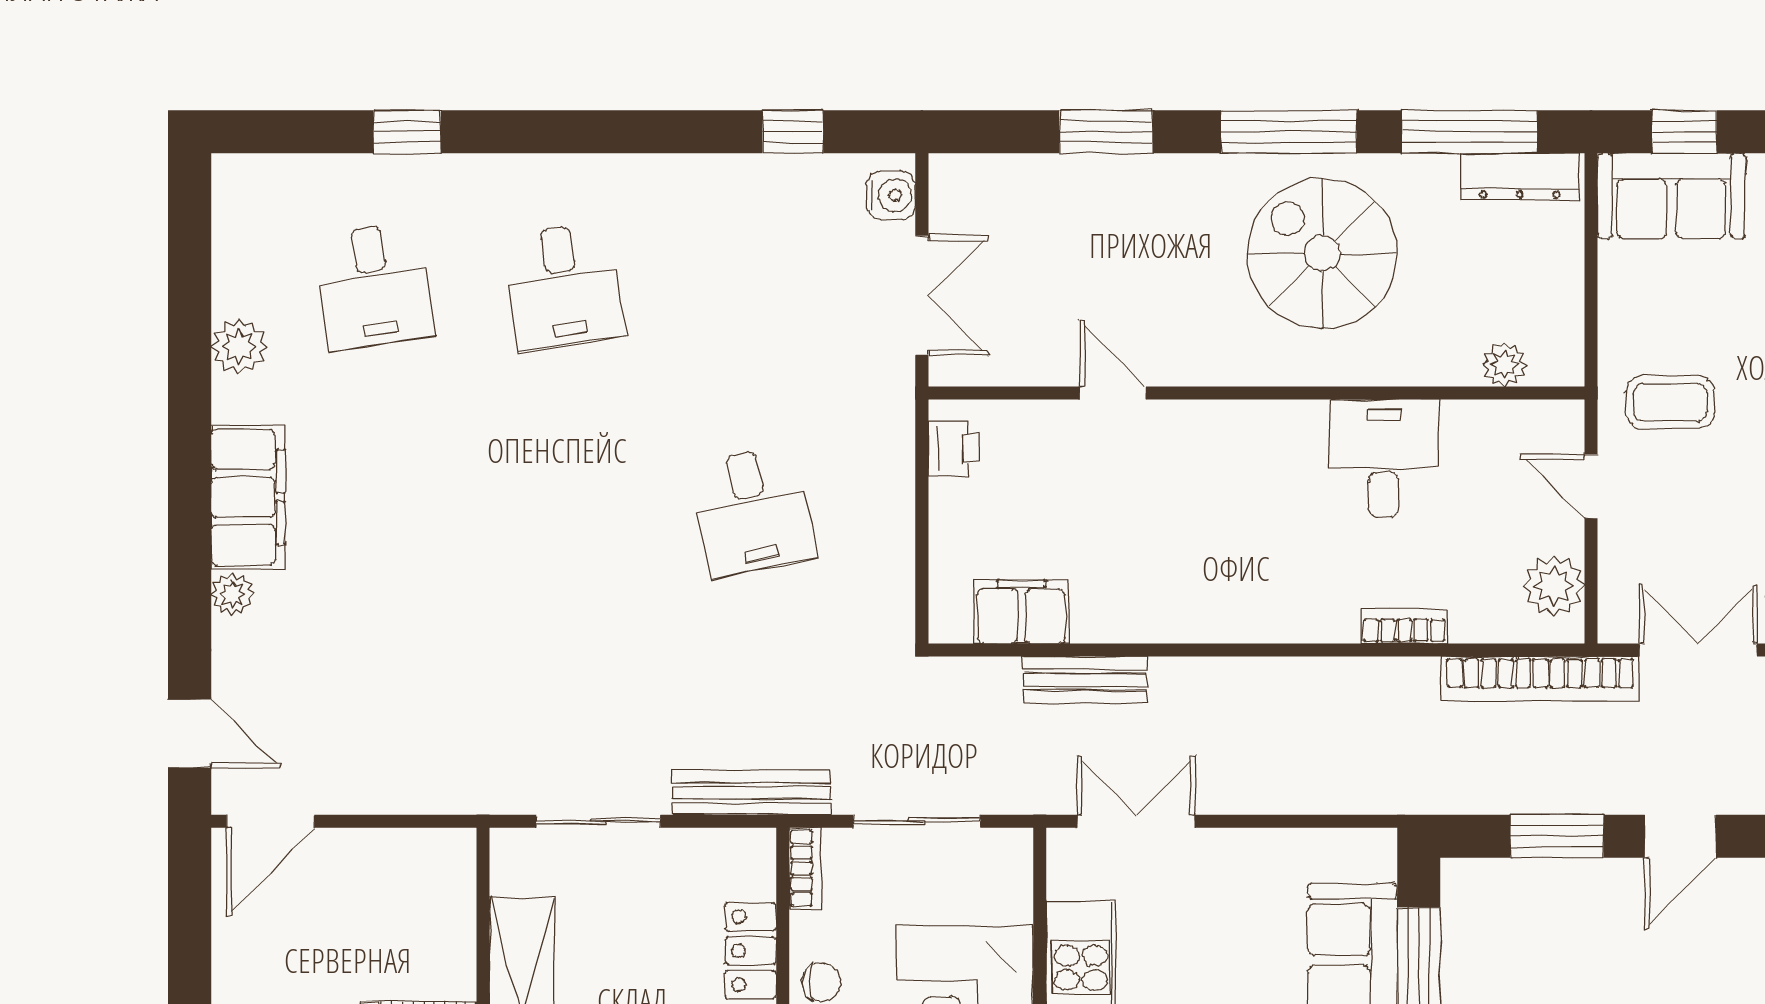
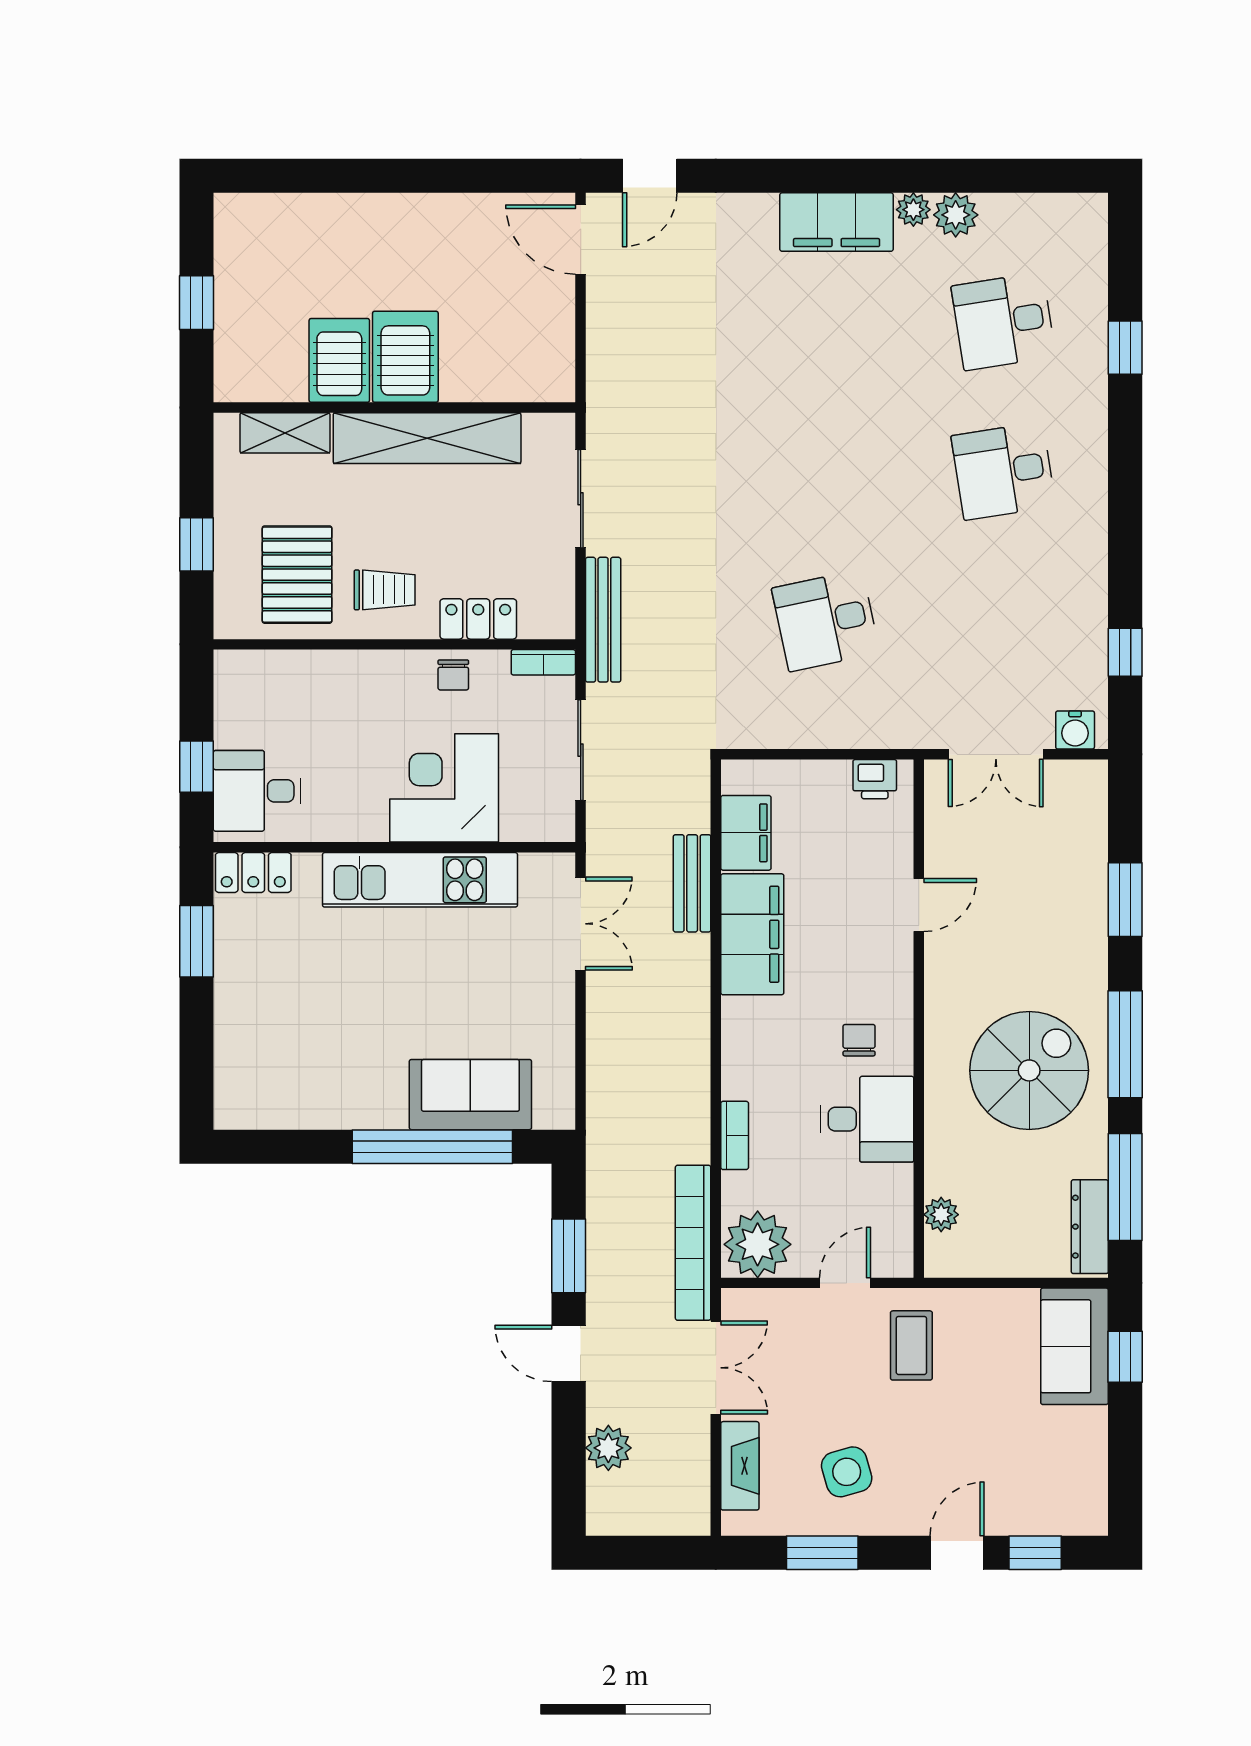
chair: (1284, 469) -> (859, 1040), added
plant: (1554, 586) -> (758, 1244), width x1.36, depth x1.36
plant: (232, 594) -> (913, 210), moved
filing cabinet: (1150, 604) -> (752, 934), added

